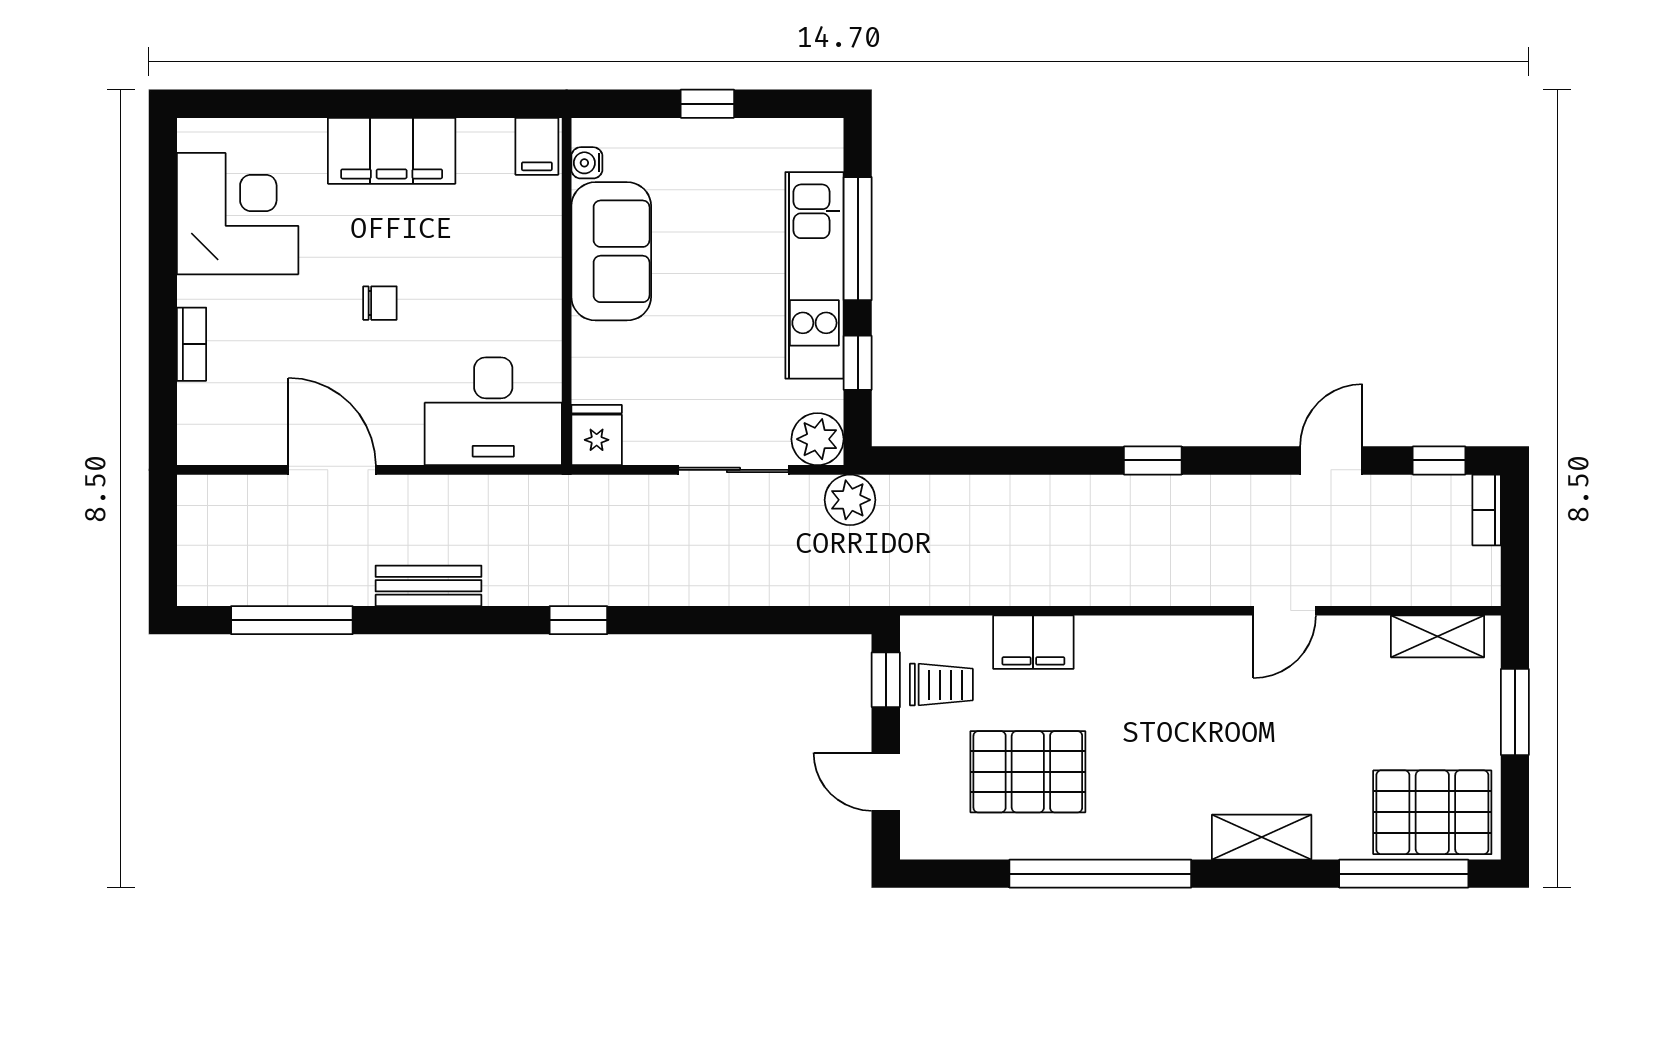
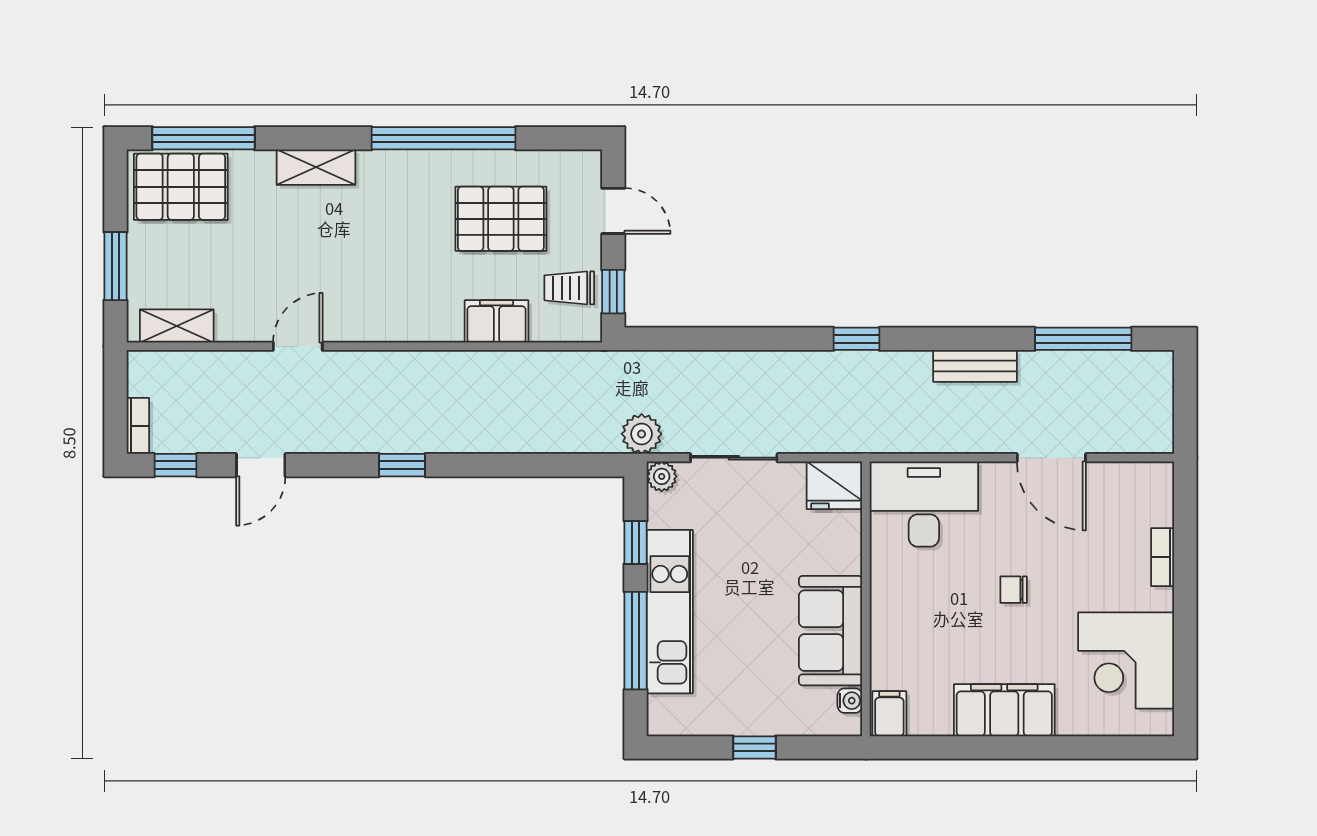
fridge: (597, 435) -> (834, 485), width x1.38
plant: (817, 439) -> (662, 476), width x0.73, depth x0.73

